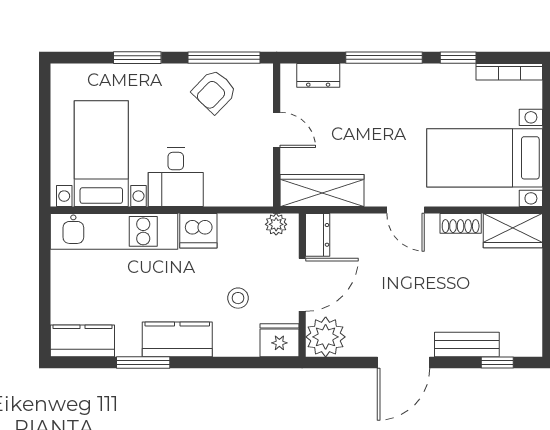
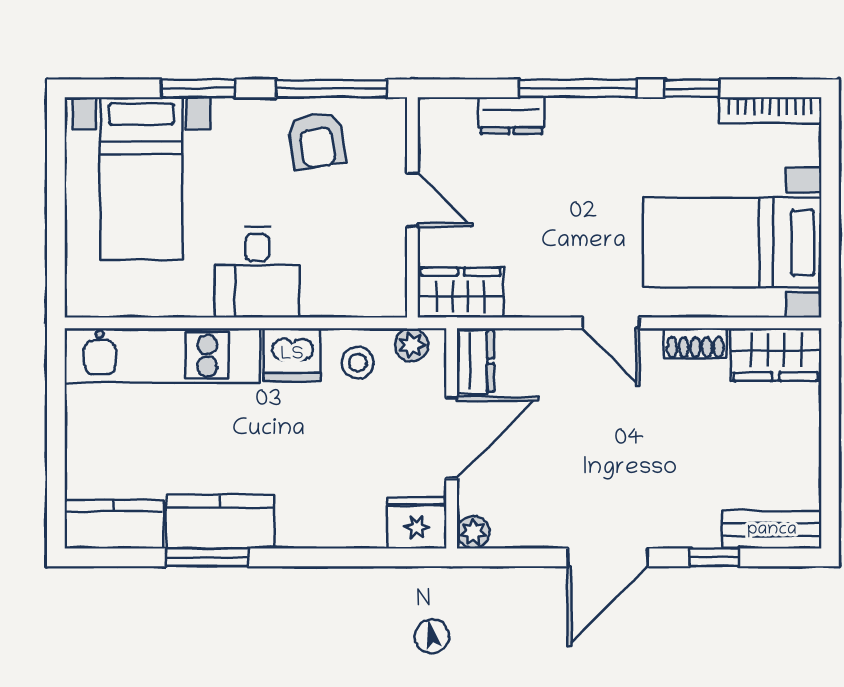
dresser: (318, 75) -> (511, 116), moved
armchair: (214, 91) -> (317, 140), turned -53
bed with nightstands: (101, 154) -> (141, 179), moved, turned 180
wardrobe: (322, 190) -> (461, 293), width x0.67
stool: (238, 298) -> (358, 363), moved
plant: (326, 337) -> (473, 532), width x0.53, depth x0.53
kitchen counter: (177, 339) -> (220, 522), moved
bench: (467, 345) -> (772, 530), moved
window: (497, 363) -> (715, 557), moved

